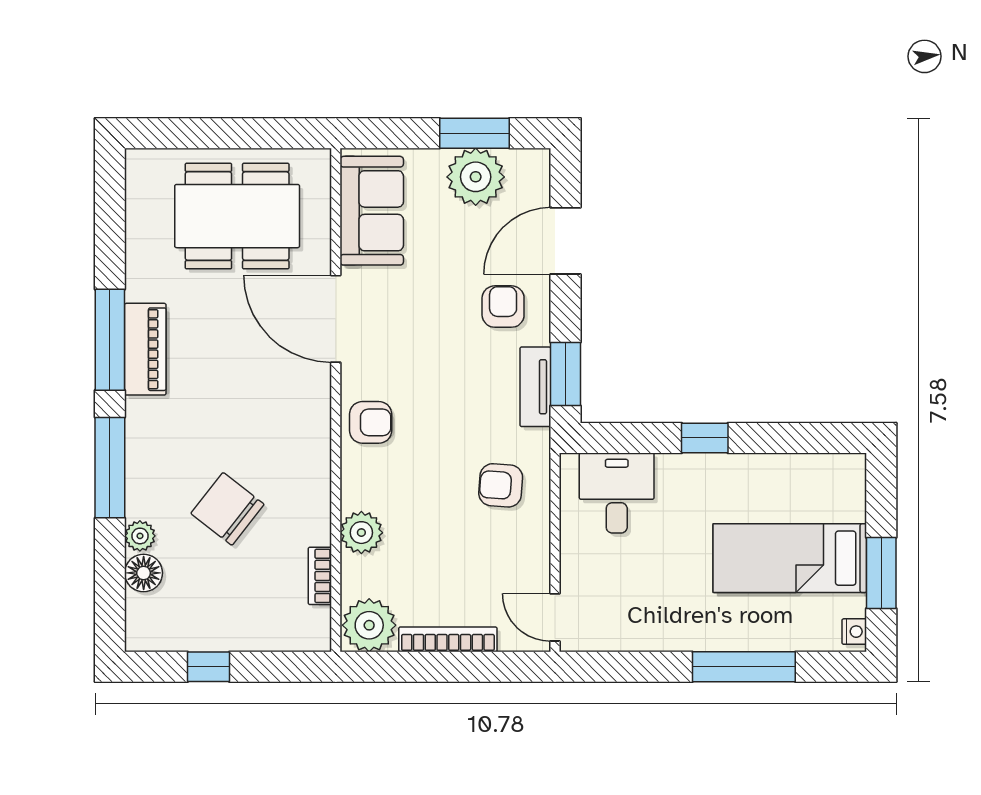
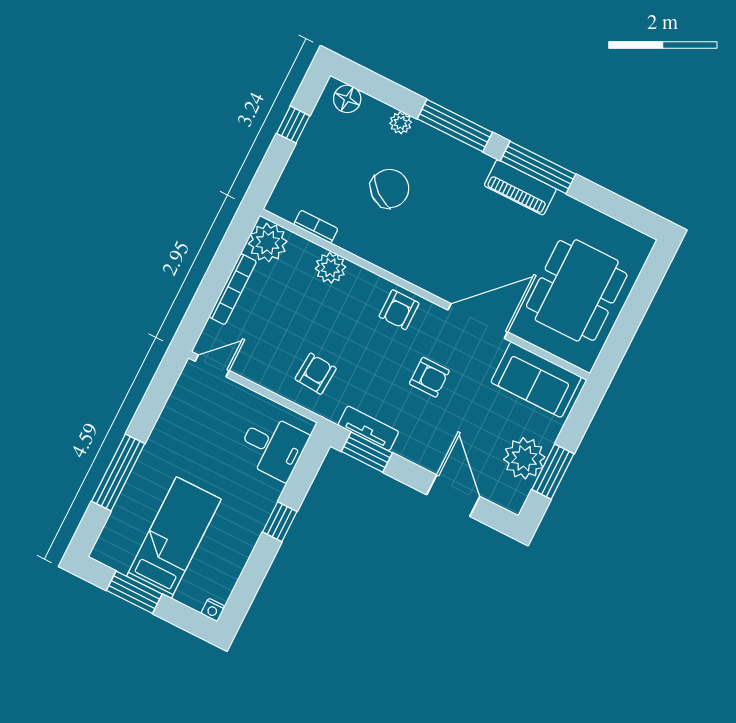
armchair: (503, 307) -> (429, 377), moved
floor lamp: (144, 573) -> (347, 99), moved
nightstand: (854, 632) -> (213, 610), moved

